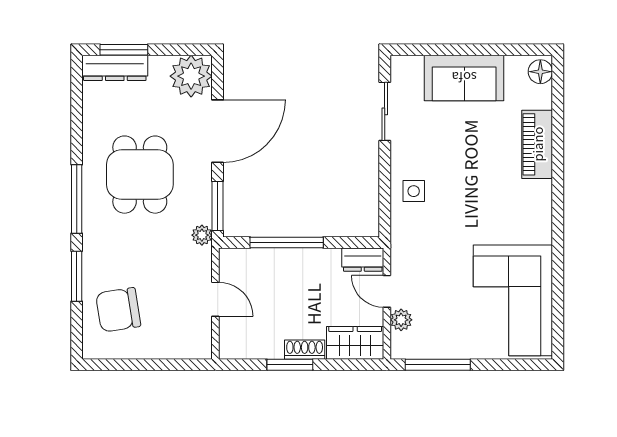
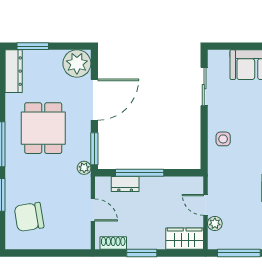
dresser: (115, 68) -> (14, 71), moved, turned -90
dresser: (363, 260) -> (125, 184), moved
shoe rack: (305, 350) -> (113, 243), moved

